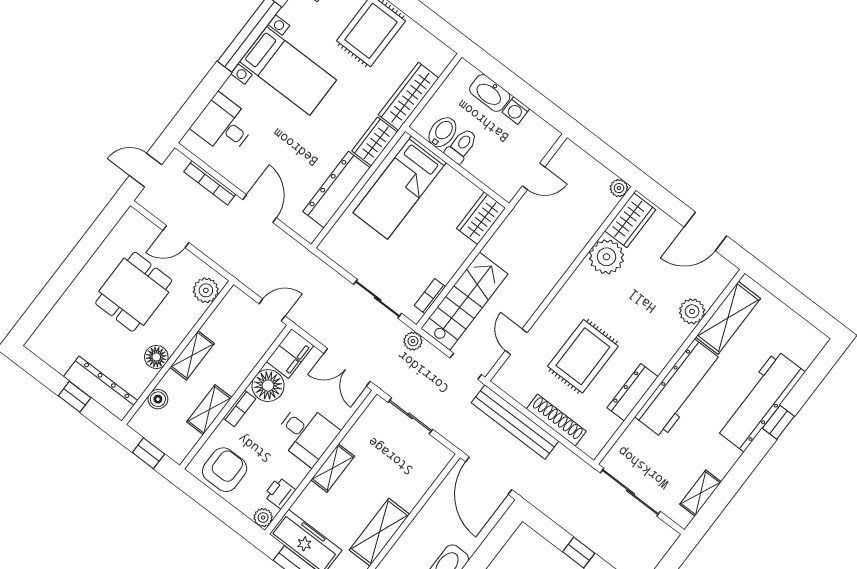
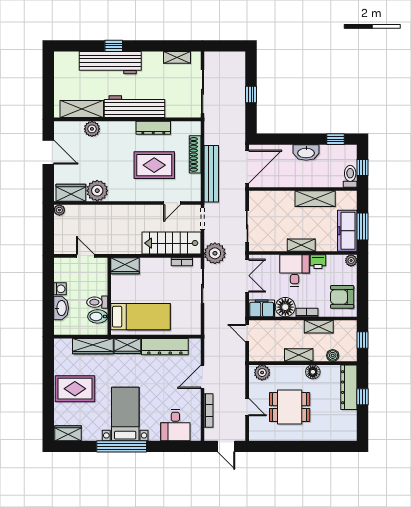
plant: (413, 341) -> (215, 253), width x1.88, depth x1.88
printer: (280, 493) -> (318, 262), moved

